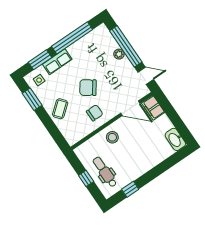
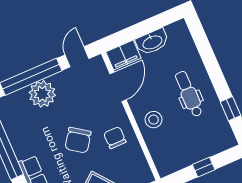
plant: (119, 54) -> (42, 94), width x1.88, depth x1.88
washbasin: (175, 139) -> (152, 42), moved
dental chair: (105, 172) -> (189, 94), moved, turned 90

